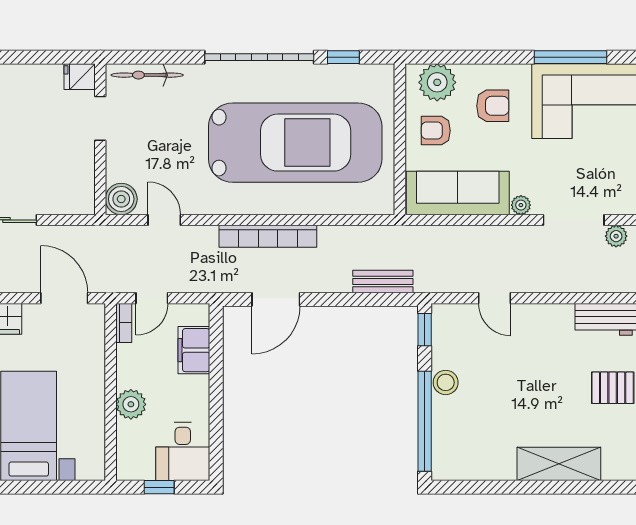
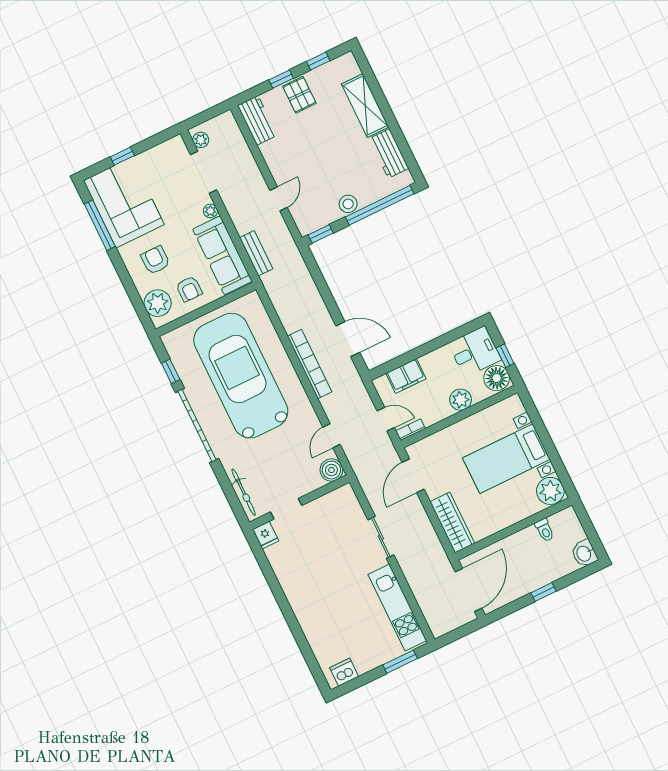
bench: (383, 281) -> (256, 253), moved
floor lamp: (136, 463) -> (497, 378), added
workbench: (484, 465) -> (389, 154), added

